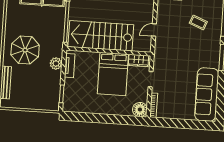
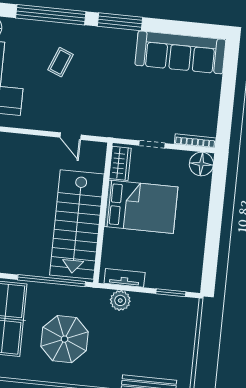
parasol: (25, 50) -> (65, 339), moved

